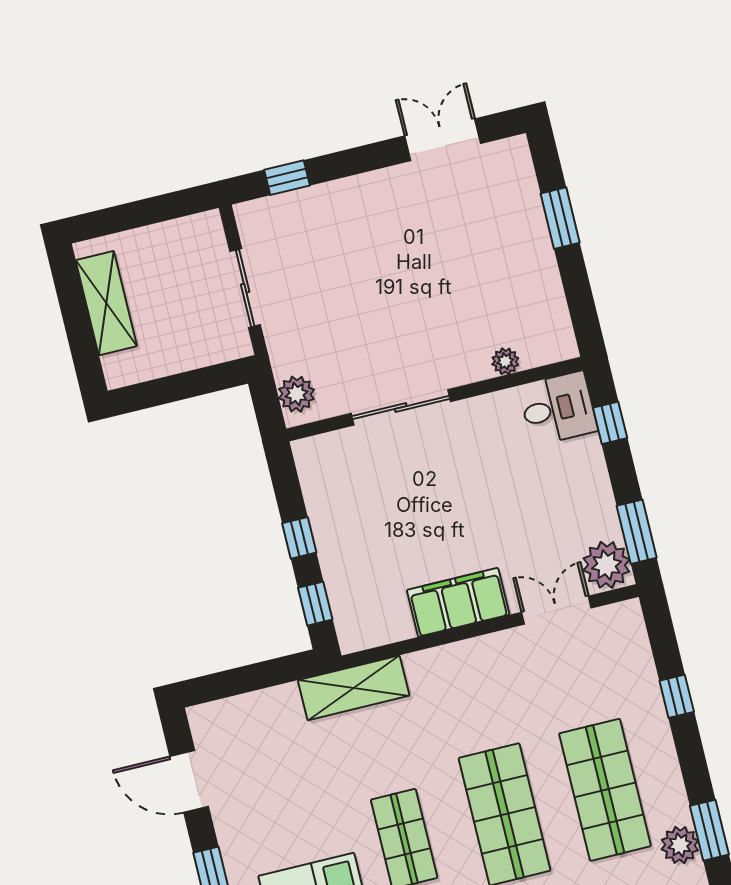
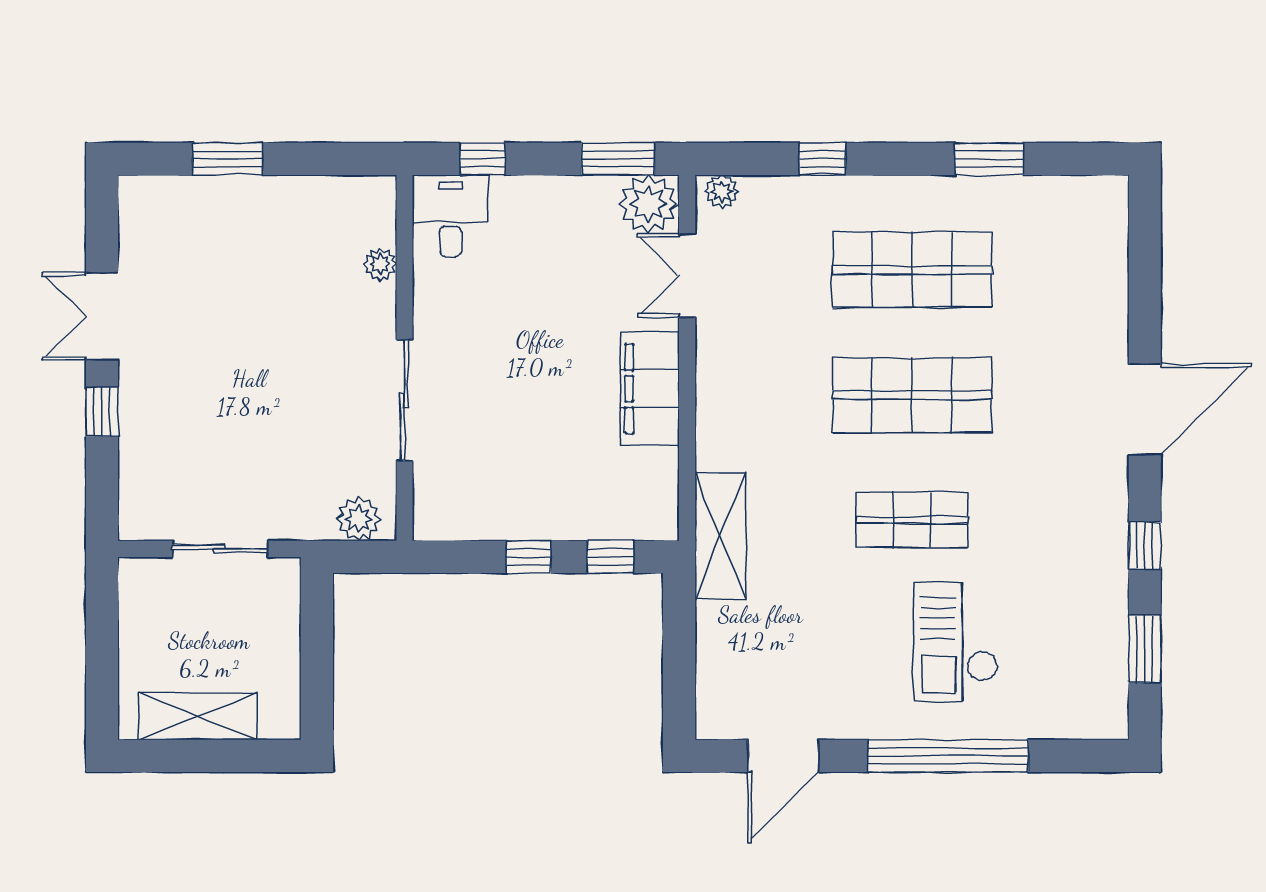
double door: (443, 140) -> (102, 316), moved
window: (287, 178) -> (102, 412), moved
plant: (680, 845) -> (722, 191), moved, width x0.73, depth x0.73

